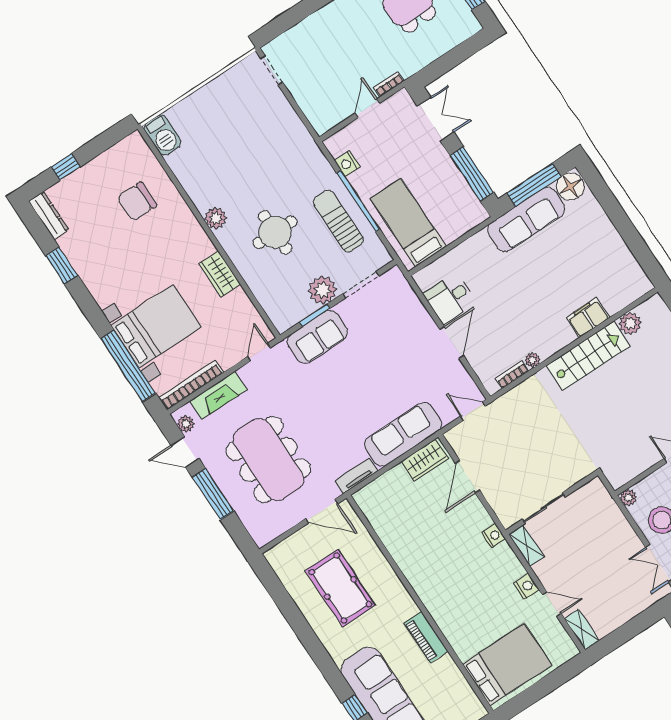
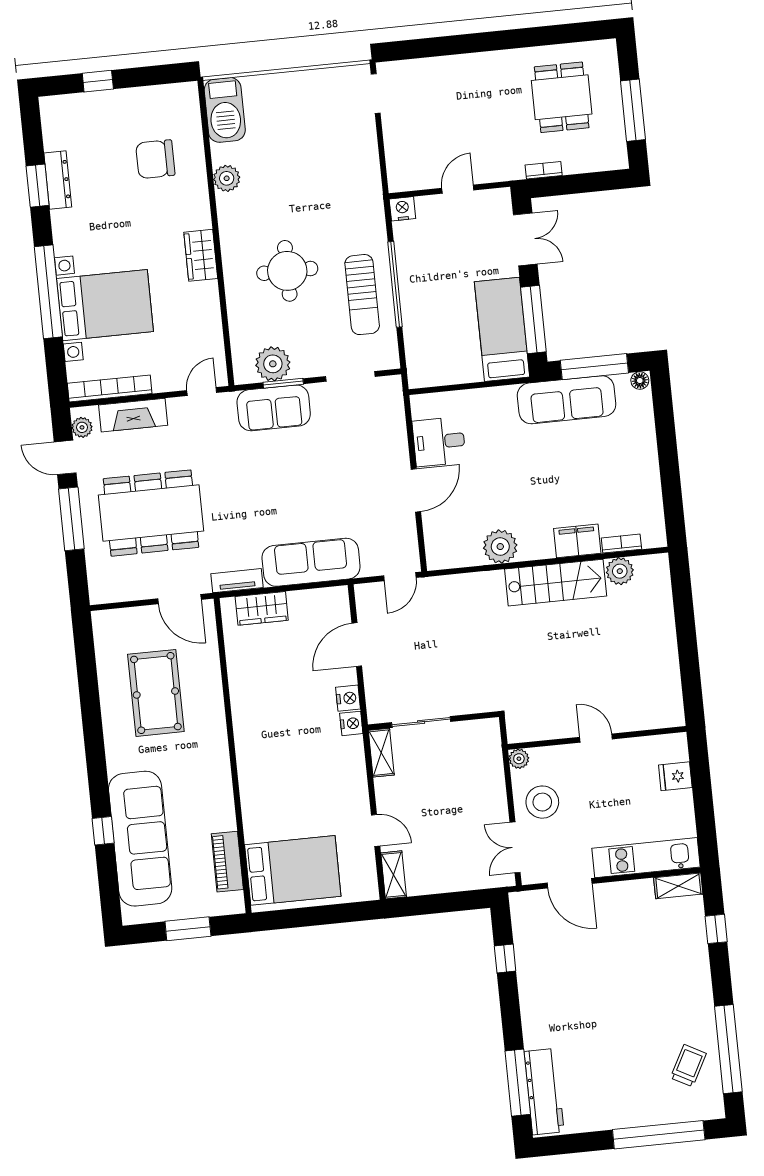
bookcase: (389, 84) -> (544, 170), moved
barbecue: (162, 135) -> (225, 110), width x1.37, depth x1.21
nightstand: (347, 164) -> (402, 209), moved, turned 90
floor lamp: (570, 187) -> (640, 381), width x0.53, depth x0.53
dresser: (49, 215) -> (58, 180), moved
plant: (216, 218) -> (227, 178), moved
sun lounger: (338, 221) -> (362, 295), turned 180
bed: (408, 223) -> (502, 329), moved
wardrobe: (220, 274) -> (201, 255), moved
plant: (323, 290) -> (273, 364), moved
plant: (532, 360) -> (500, 547), width x1.88, depth x1.88
window: (128, 366) -> (48, 292), moved
bookcase: (512, 375) -> (621, 544), moved
door: (473, 411) -> (400, 577), swing flipped
dining table: (268, 460) -> (151, 513), turned 90
wardrobe: (425, 460) -> (262, 608), moved
nightstand: (526, 587) -> (348, 698), moved
piano: (426, 637) -> (227, 862), moved

